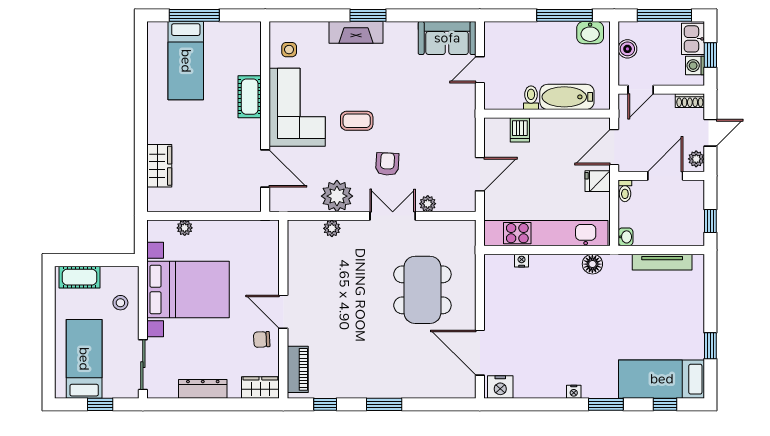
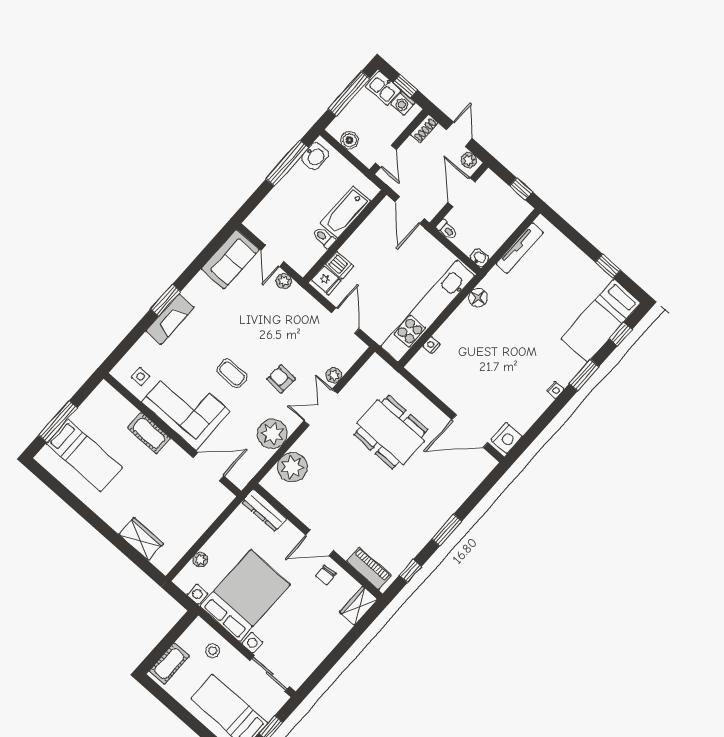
plant: (468, 97) -> (284, 281), added
coffee table: (357, 121) -> (232, 373), turned 90
fridge: (598, 181) -> (326, 280), moved, turned -90
plant: (332, 228) -> (292, 467), width x1.88, depth x1.88
dresser: (203, 389) -> (264, 510), moved, turned -90

